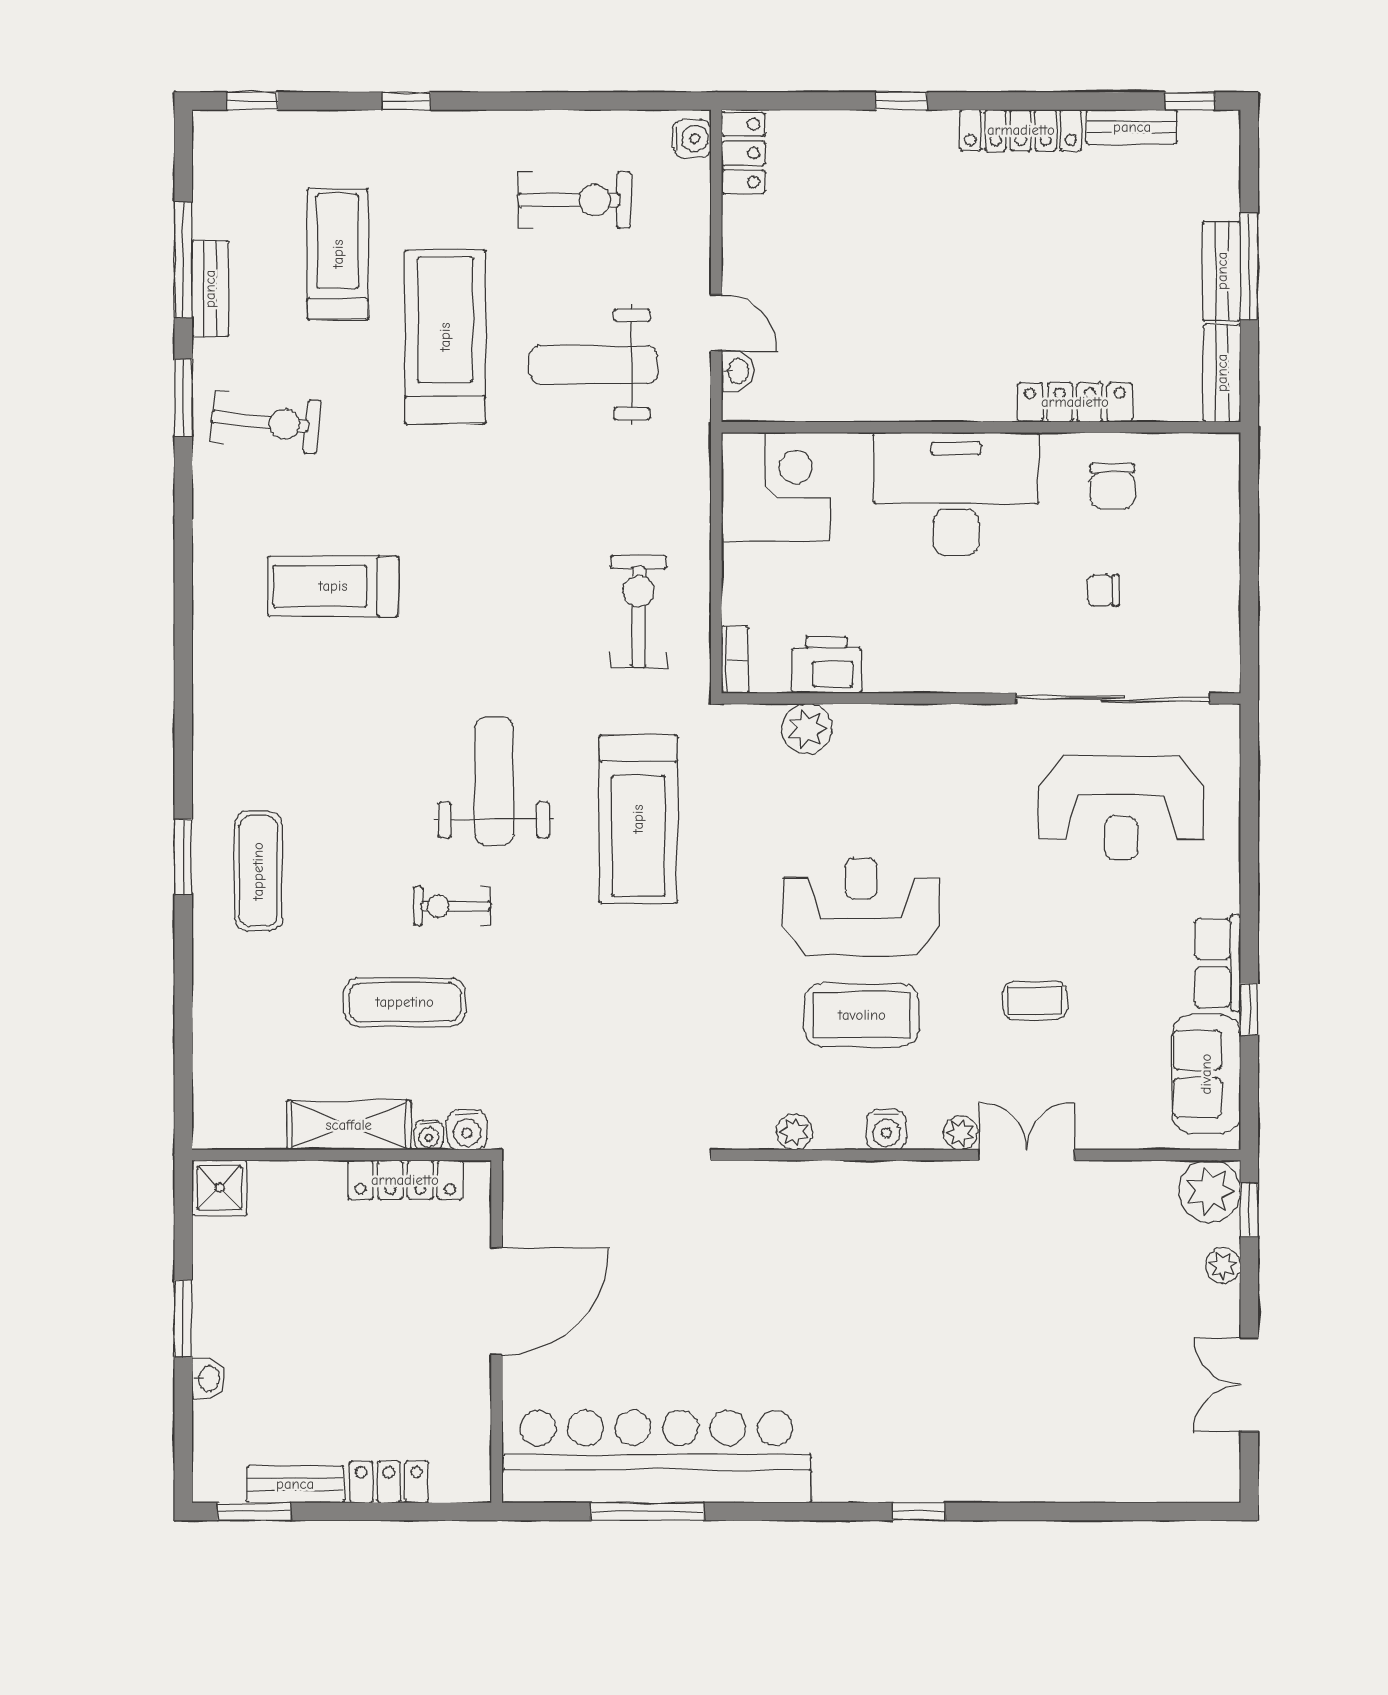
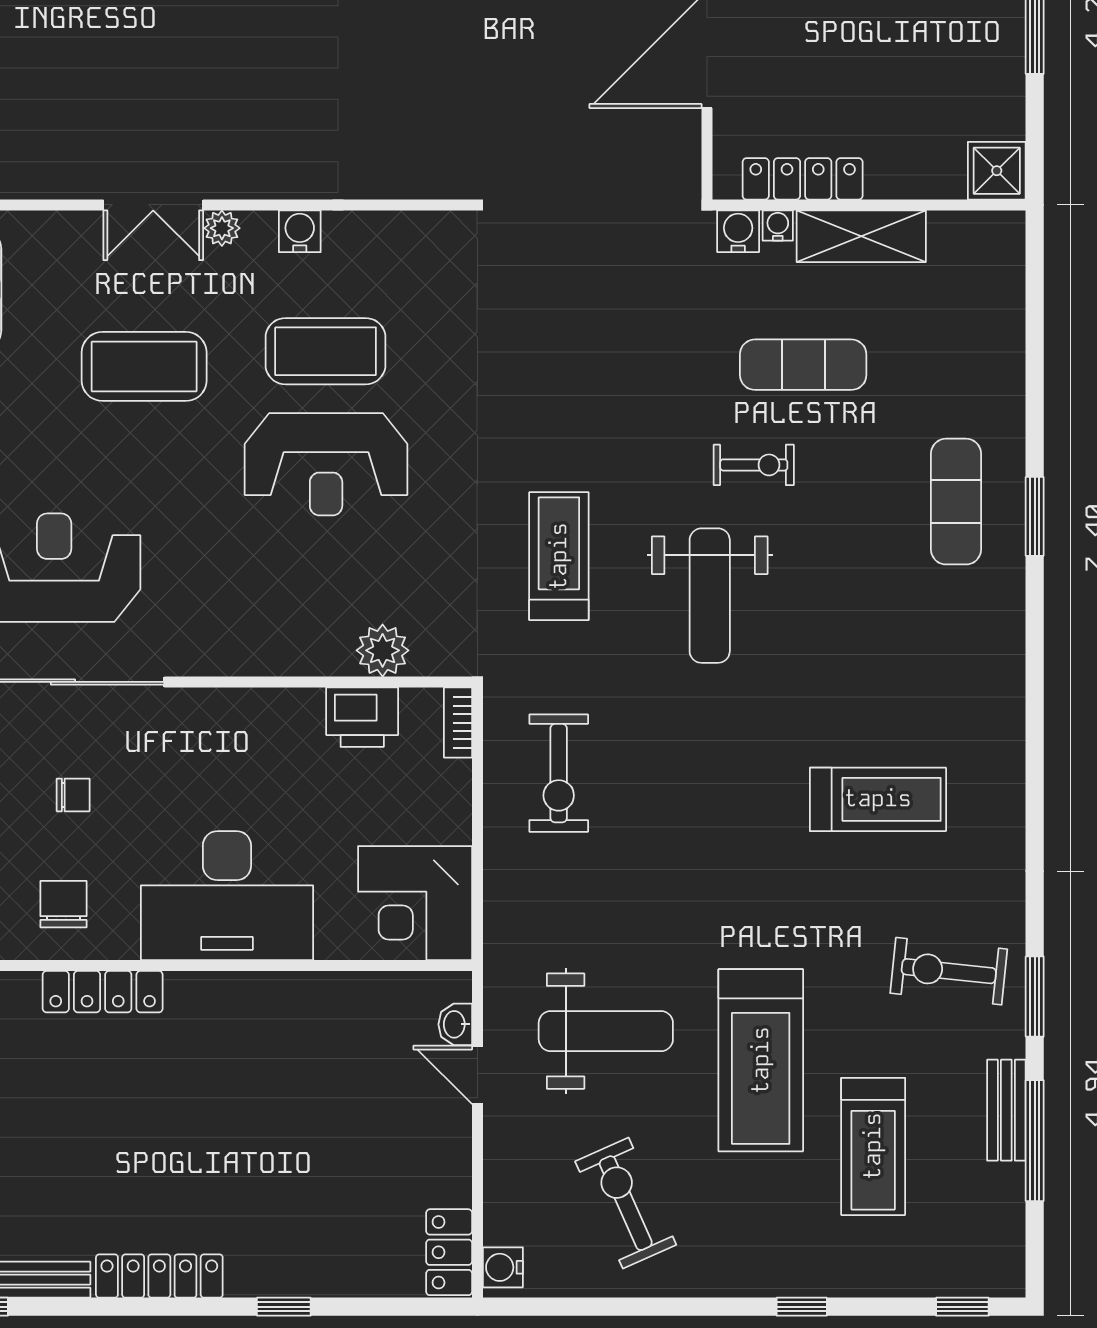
exercise bike: (574, 200) -> (626, 1203), turned 66
treadmill: (638, 819) -> (559, 556), width x0.73, depth x0.73
coffee table: (1035, 1000) -> (144, 366), width x1.86, depth x1.72
plant: (794, 1132) -> (396, 229), removed

